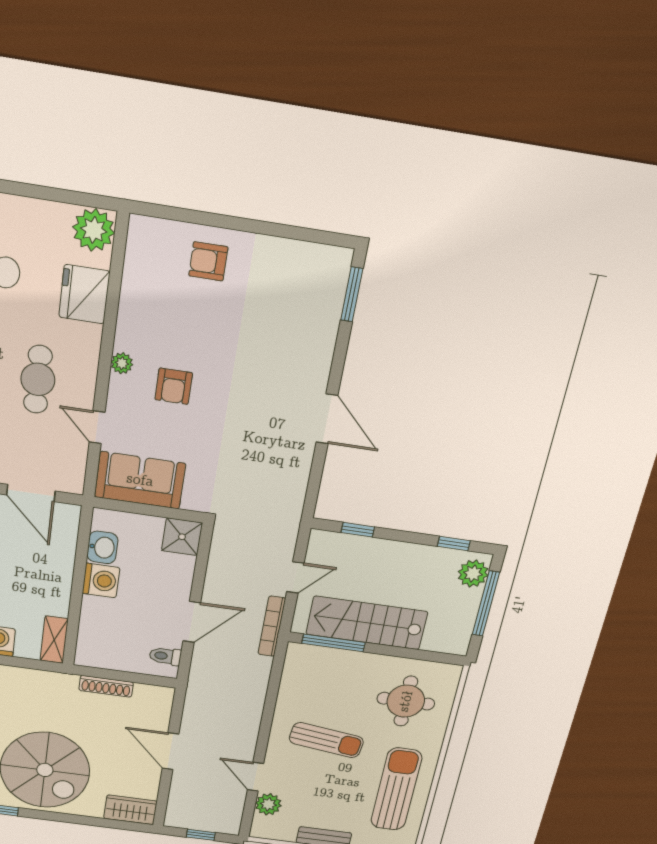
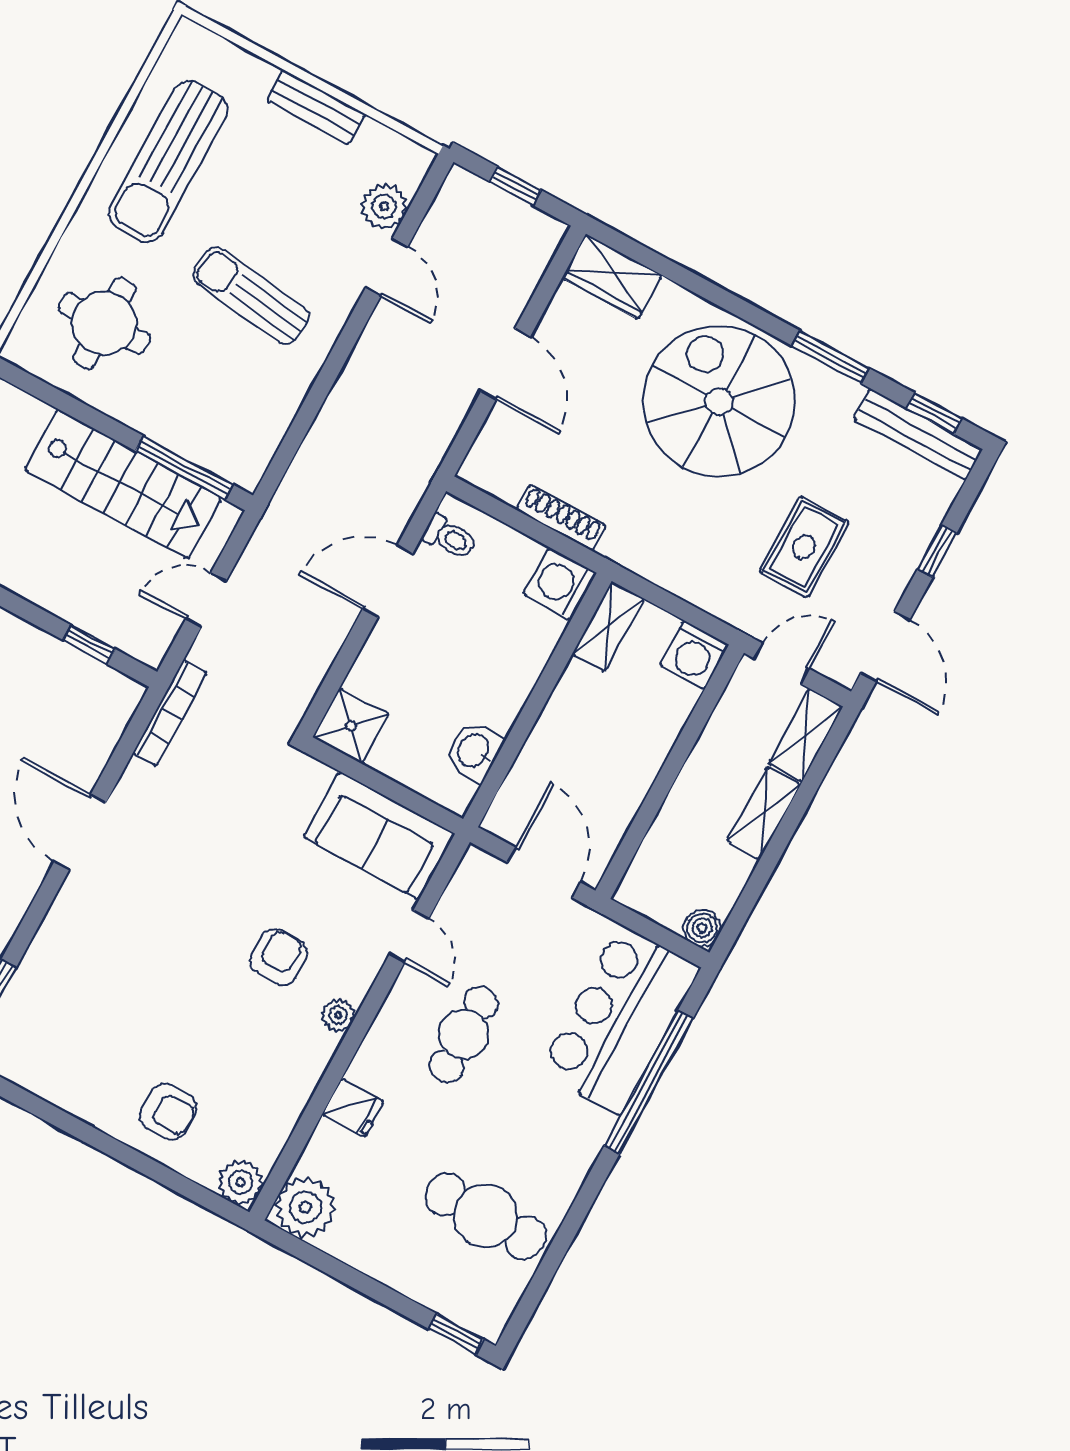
plant: (143, 231) -> (241, 1182), added
fridge: (84, 294) -> (353, 1108), width x0.53, depth x0.75
washing machine: (101, 580) -> (560, 584), moved
bookcase: (272, 626) -> (170, 713), moved

